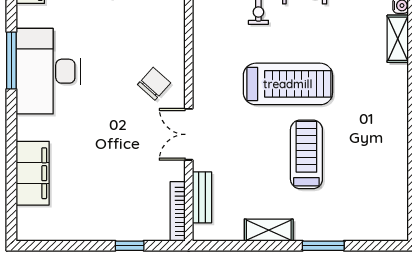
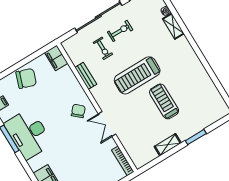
treadmill: (288, 84) -> (137, 75), turned 180
bench: (202, 197) -> (86, 76), moved

